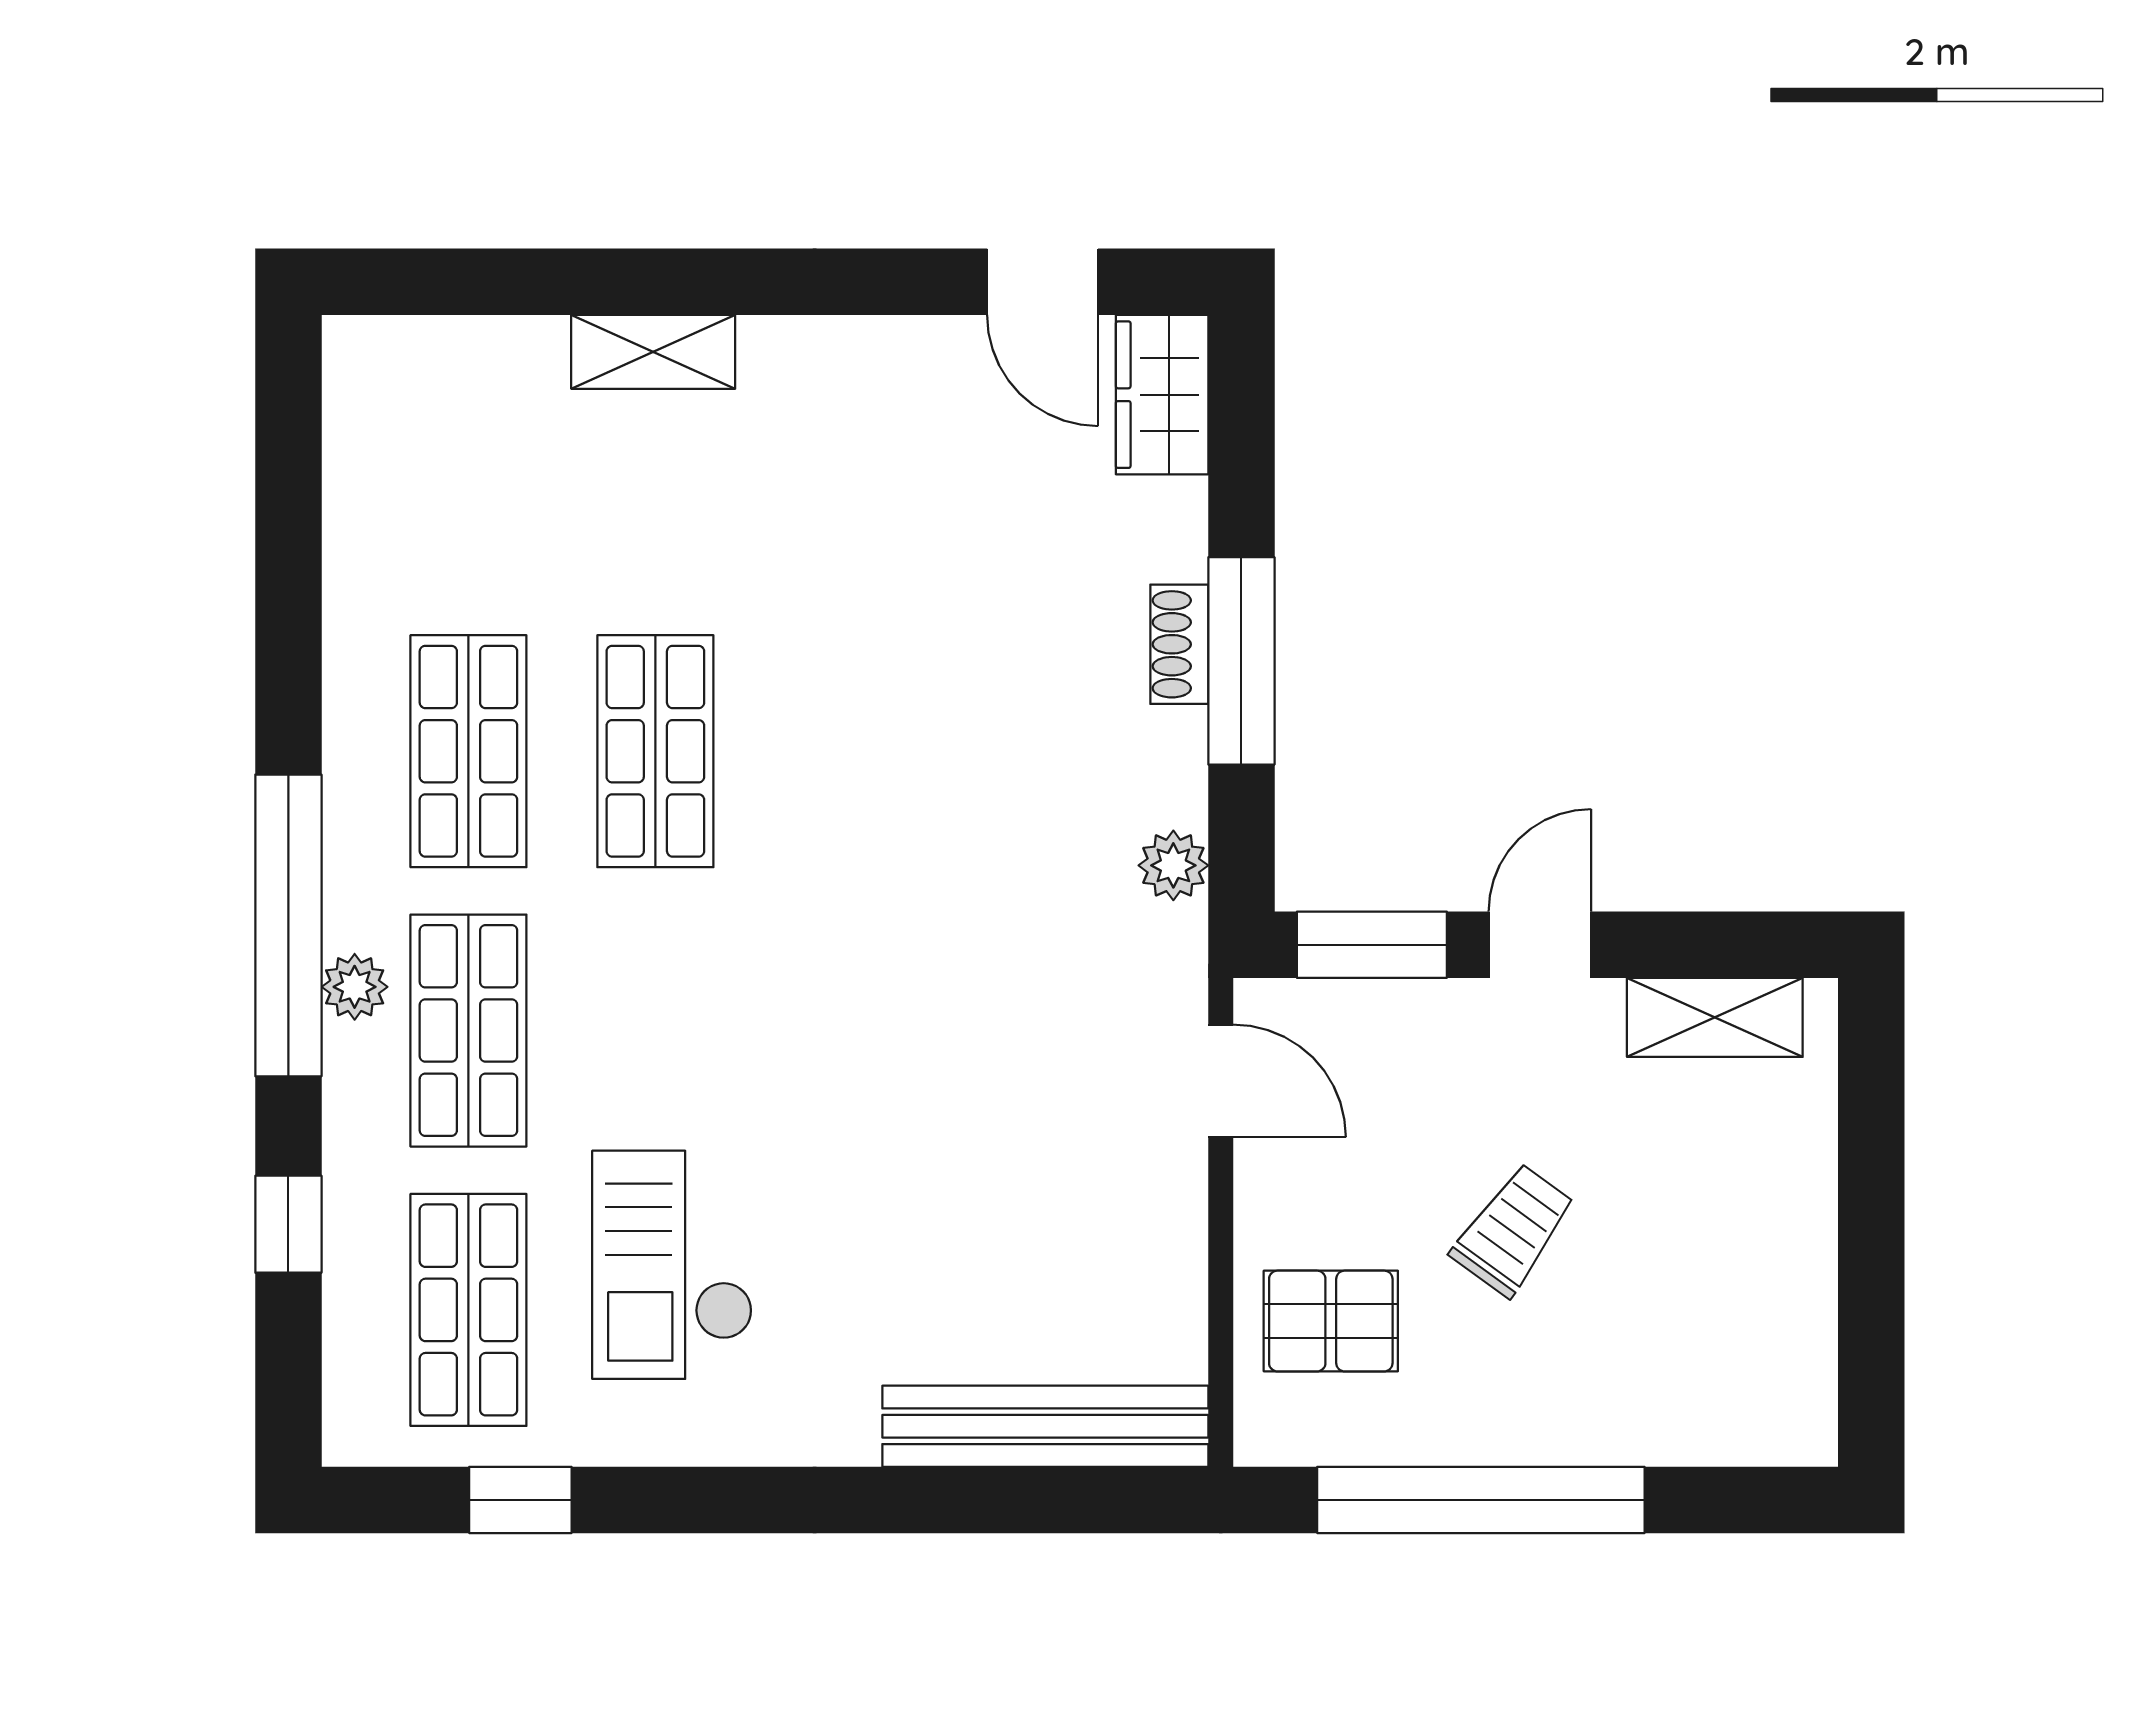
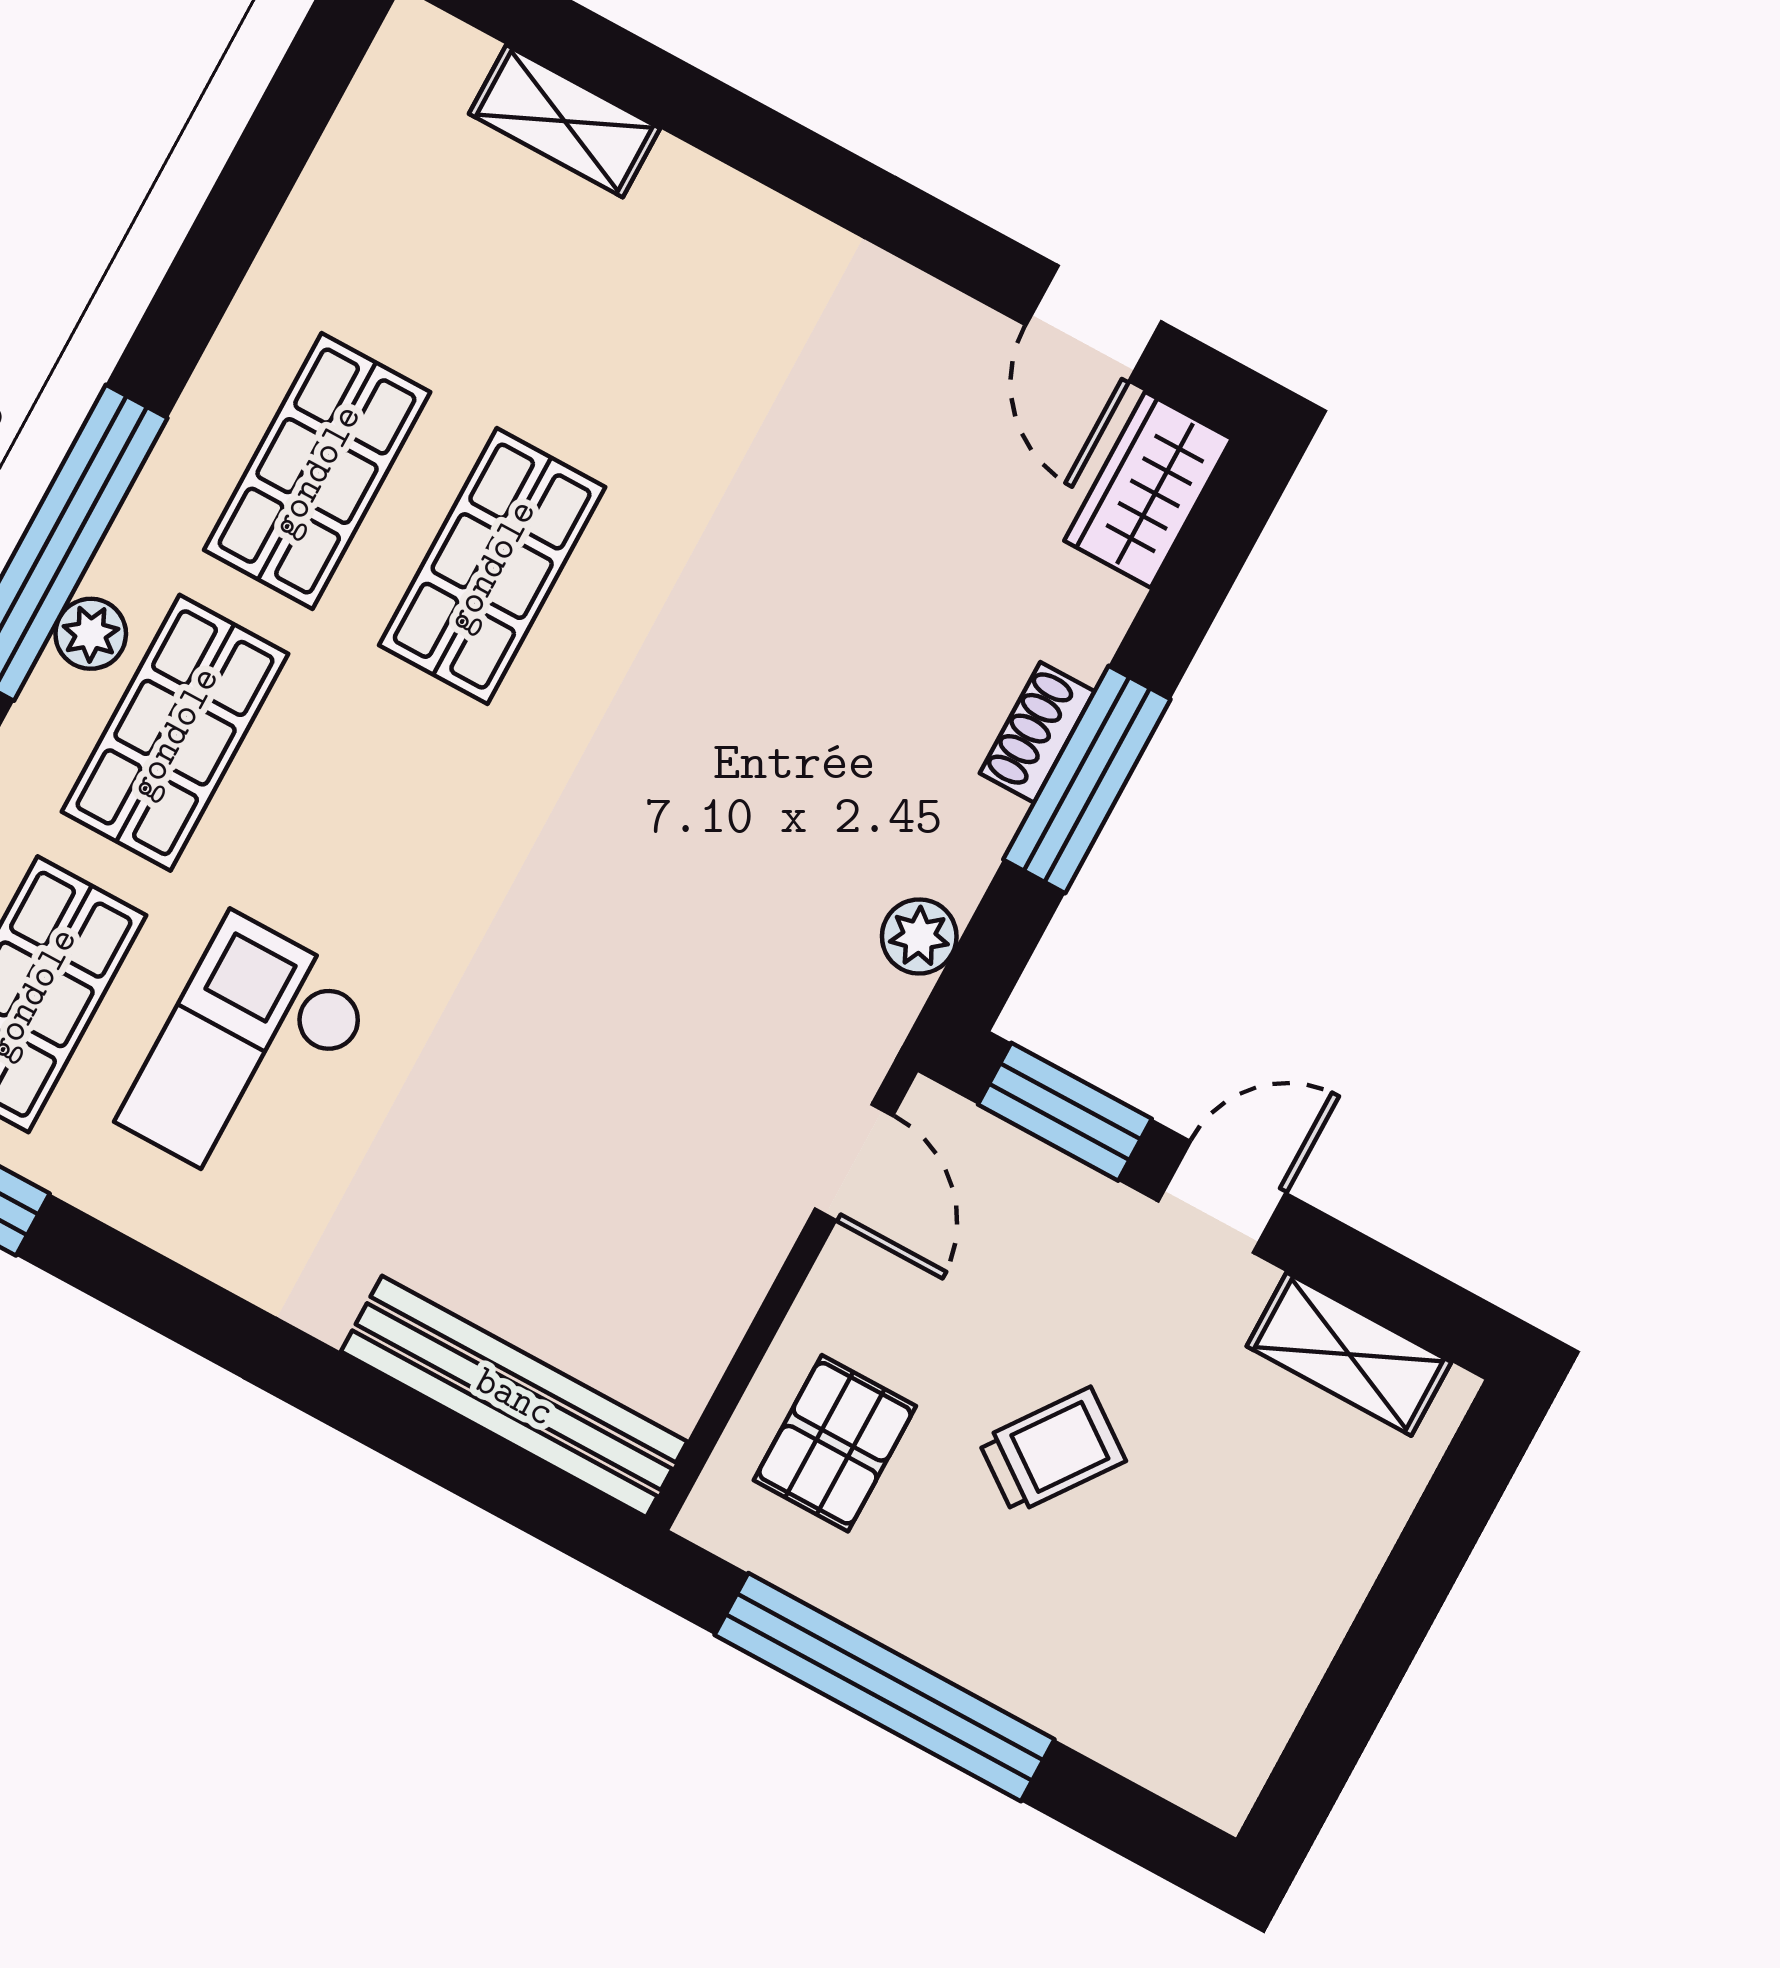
shelving: (653, 352) -> (564, 121), moved
pallet: (1331, 1321) -> (835, 1443), turned 90

